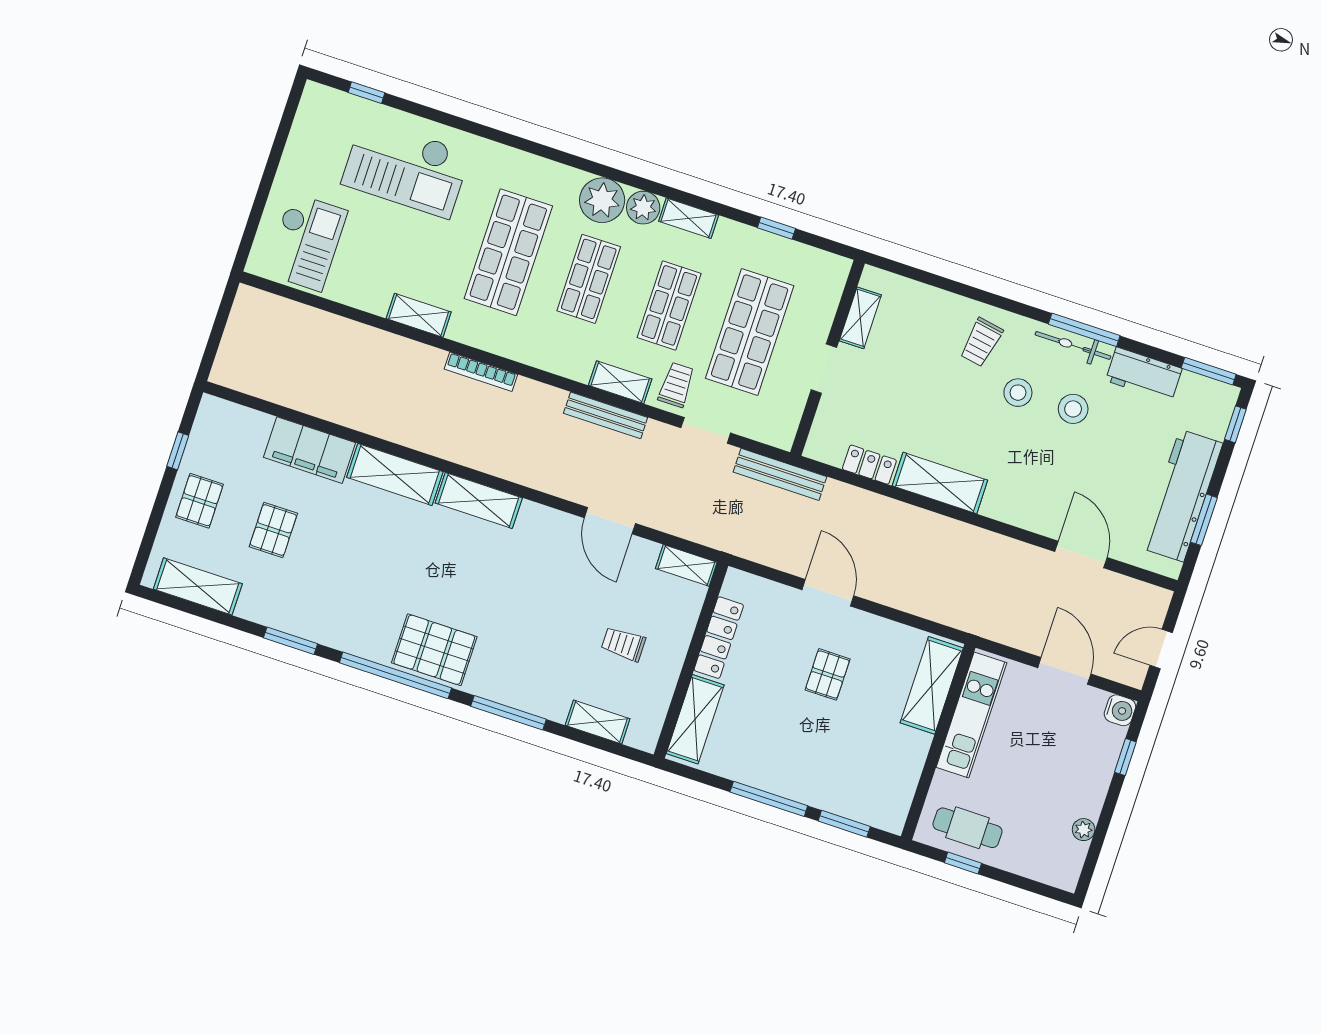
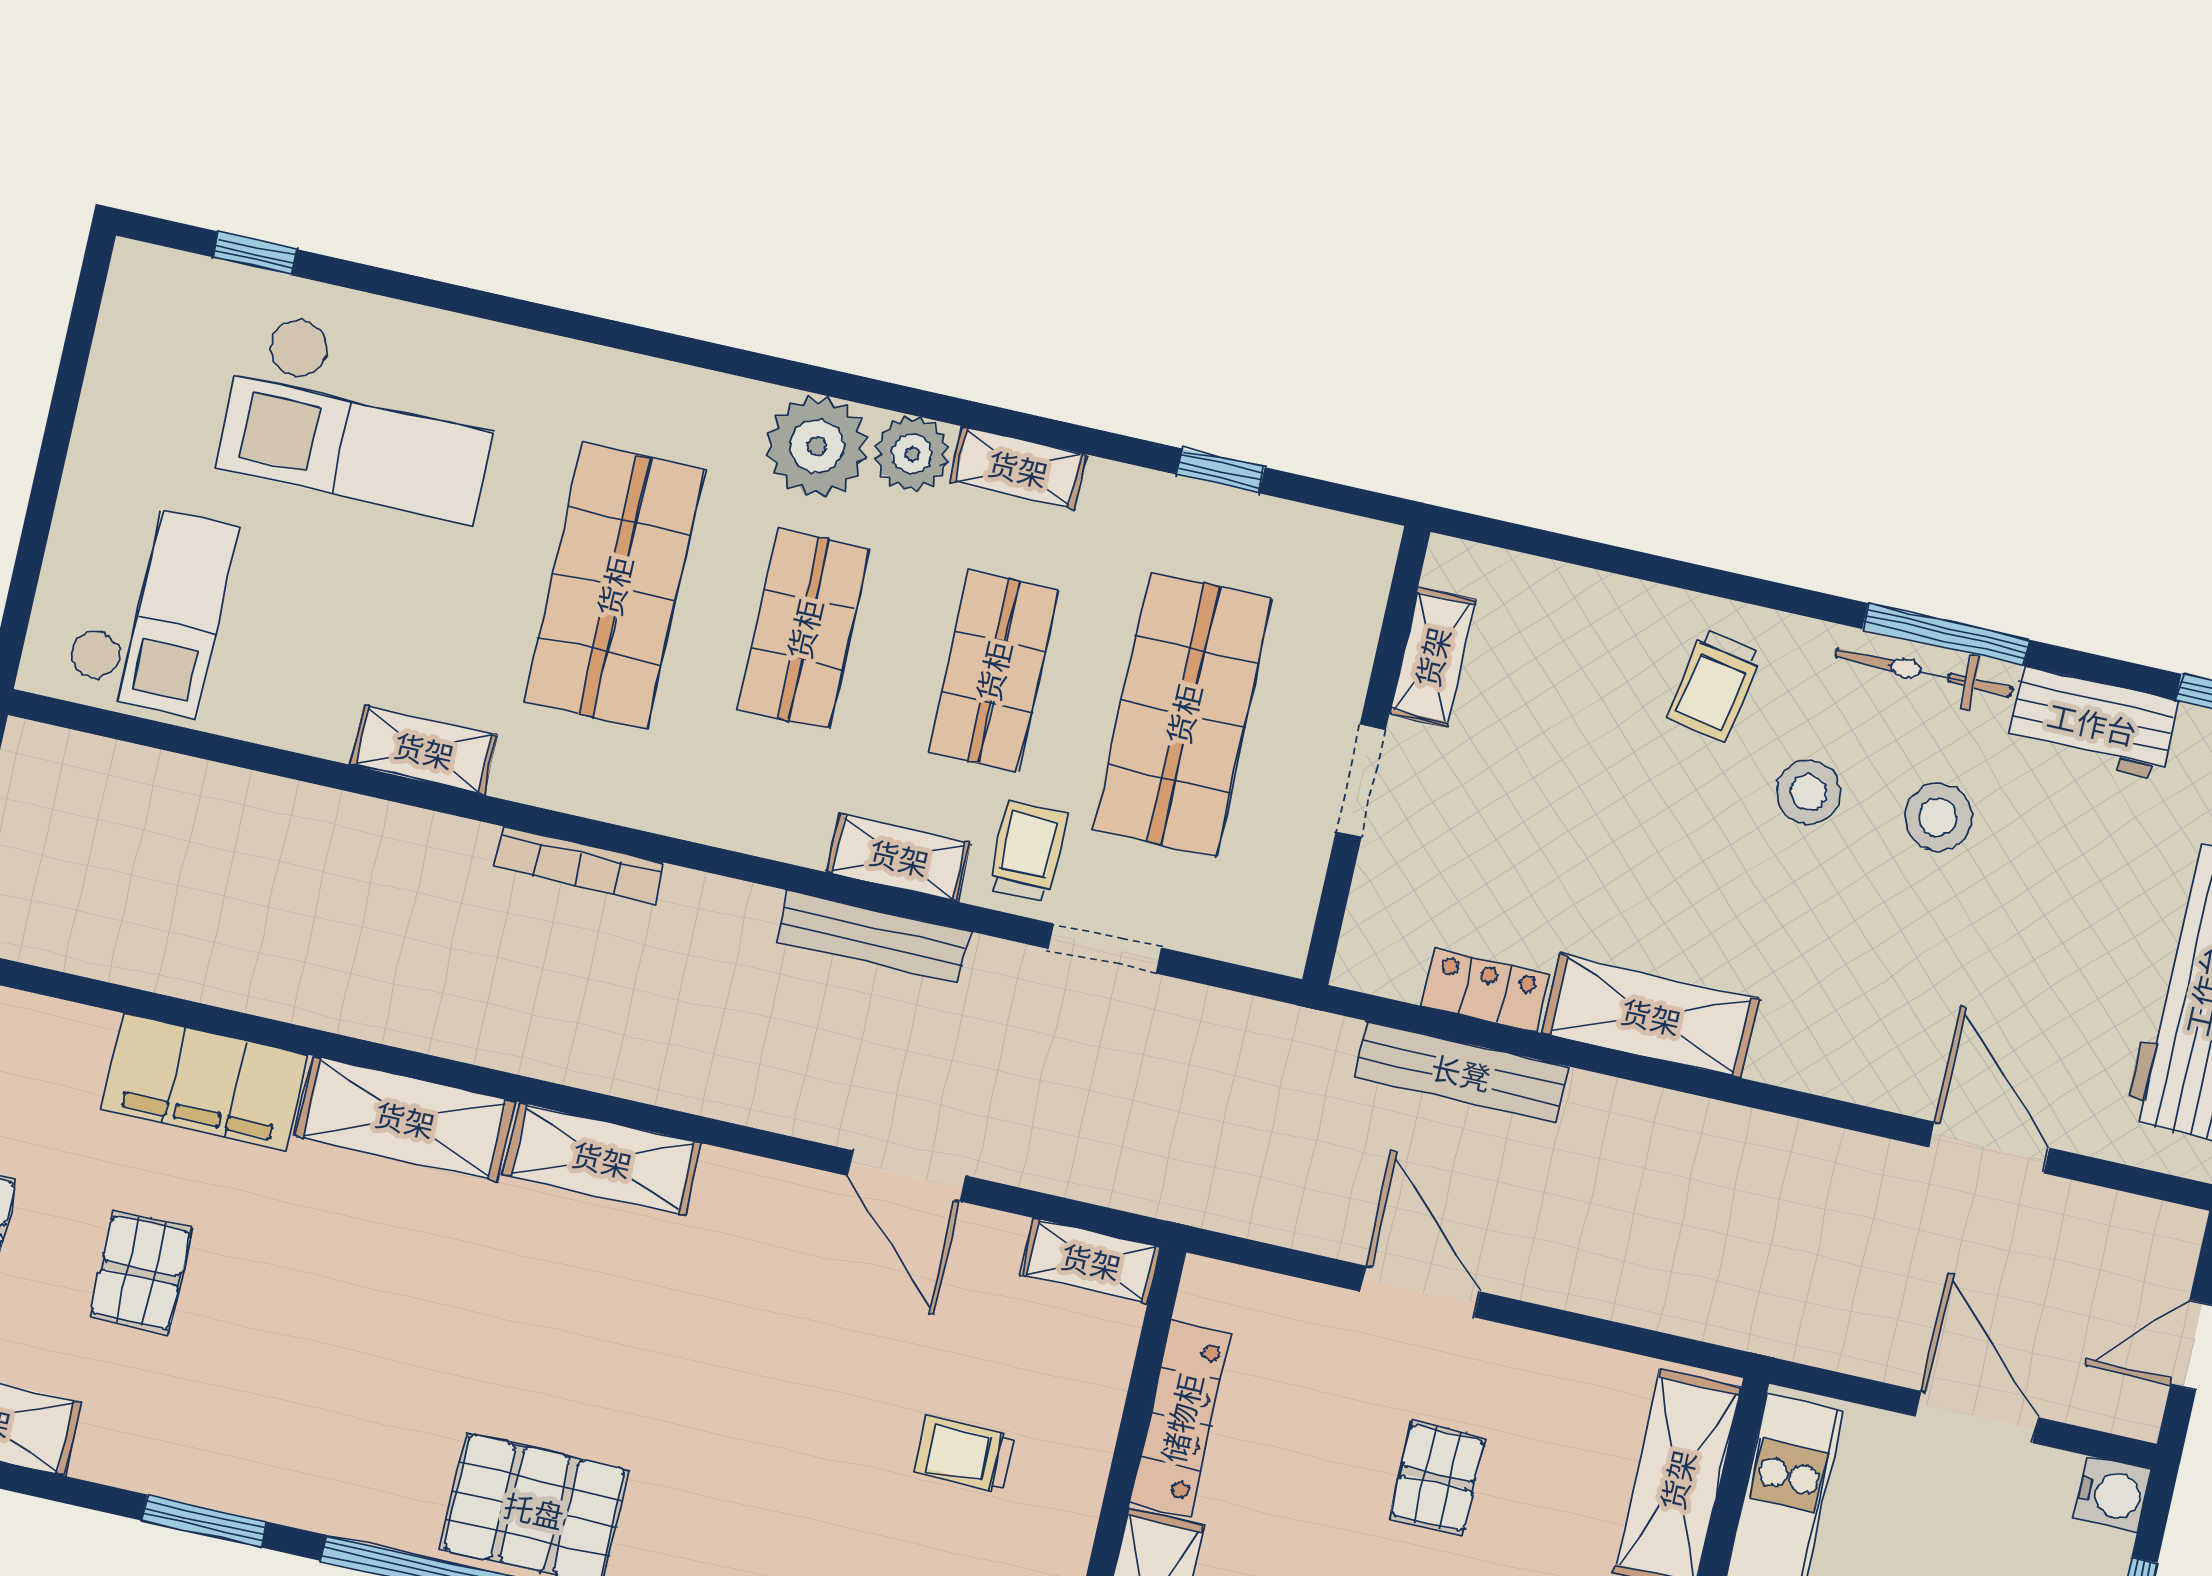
bench: (780, 474) -> (1461, 1072), moved

